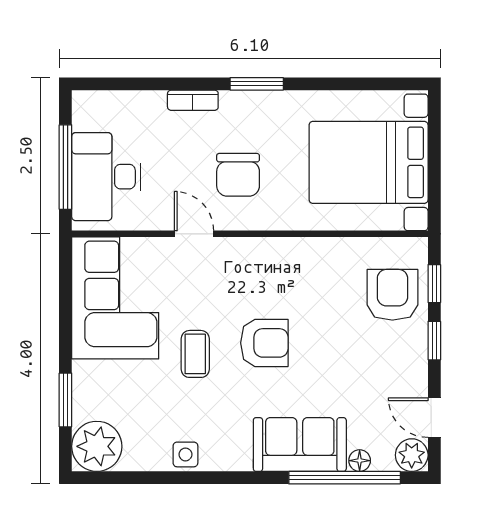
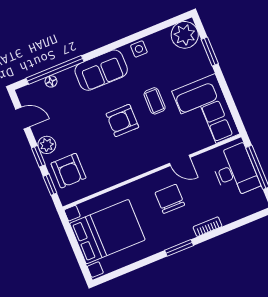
sofa: (300, 445) -> (101, 70), moved
plant: (412, 455) -> (47, 145), moved

